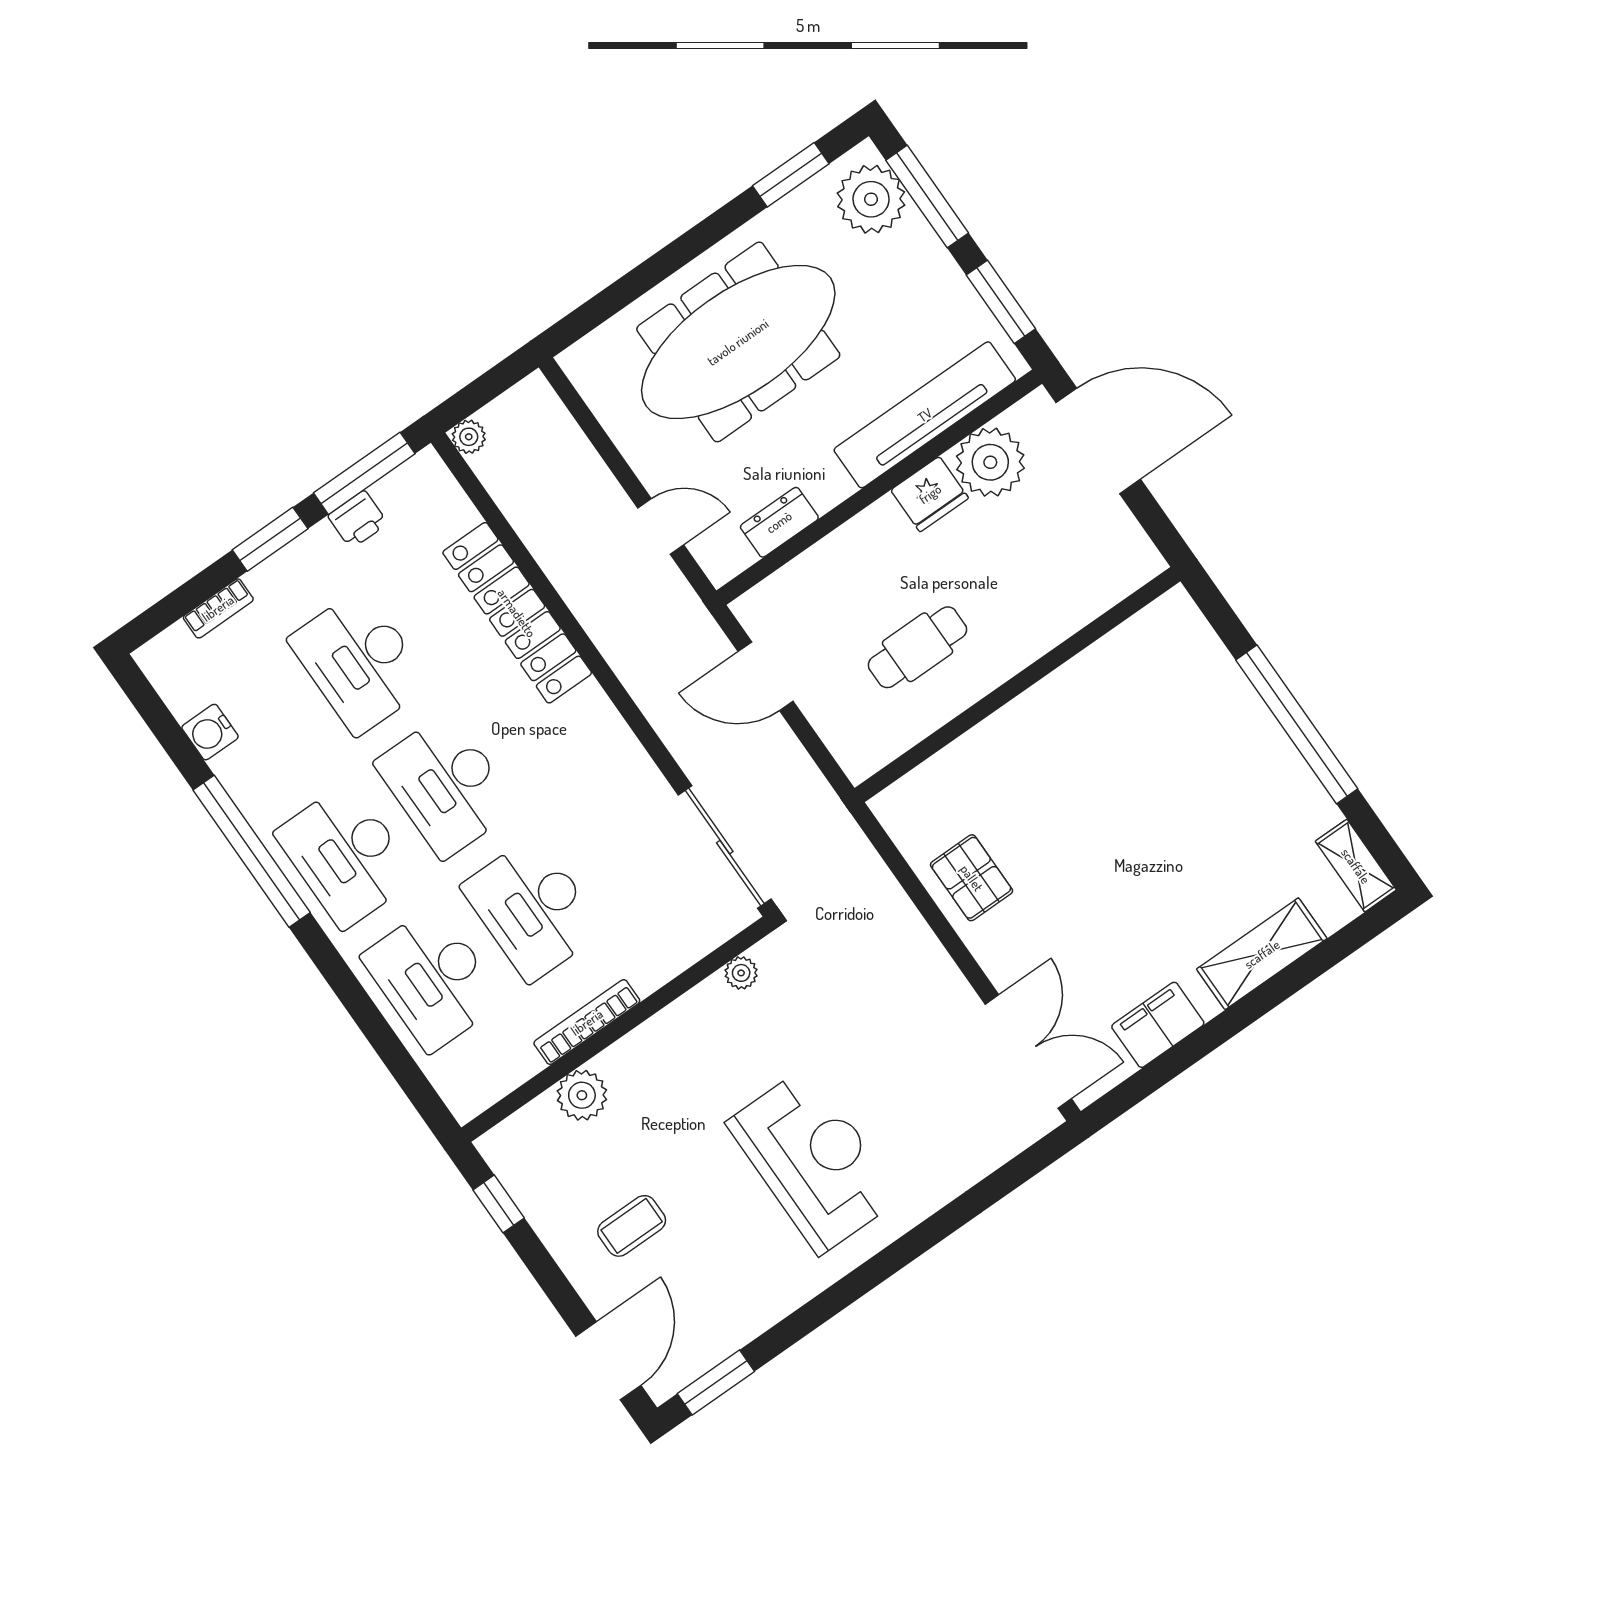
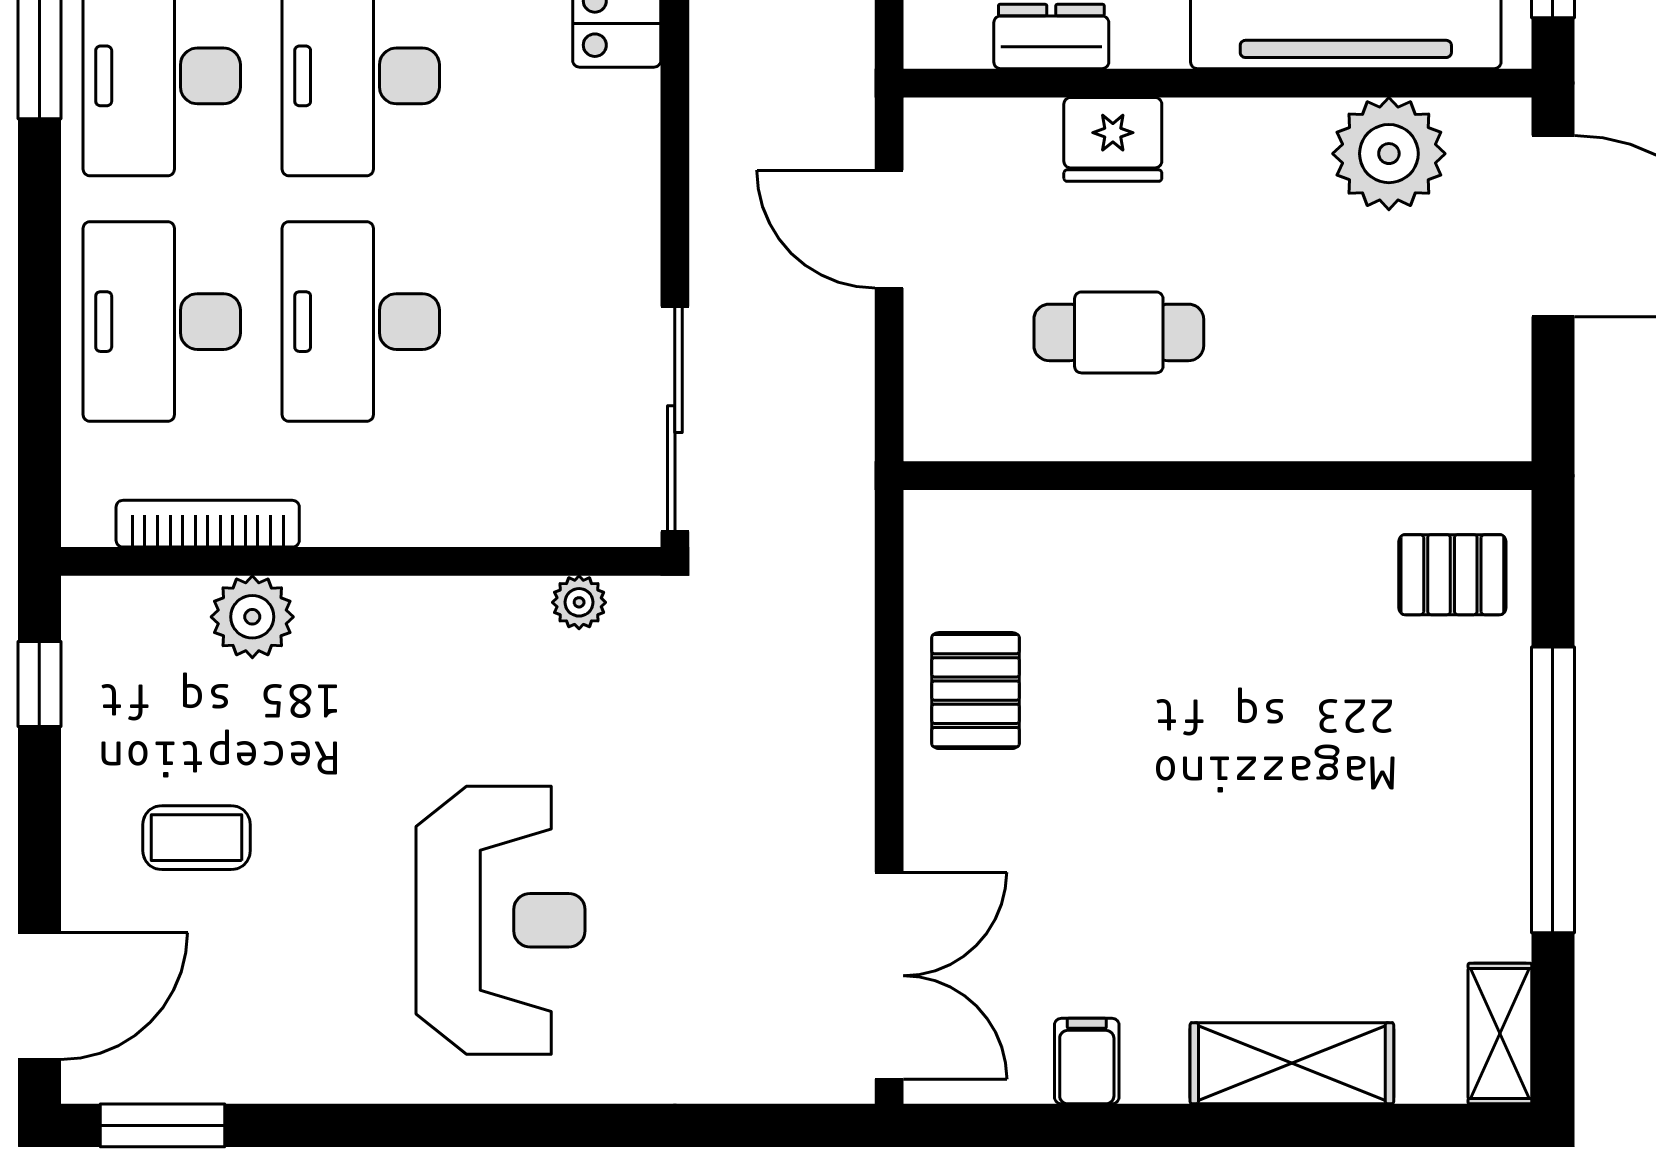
fridge: (930, 494) -> (1113, 139), moved
pallet: (1170, 652) -> (1452, 575), added
bookcase: (587, 1022) -> (208, 524), moved
filing cabinet: (1158, 1025) -> (1087, 1061), width x0.50

